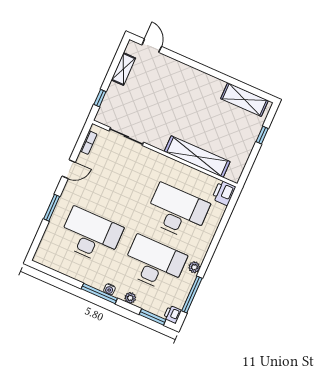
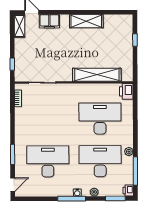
filing cabinet: (168, 66) -> (49, 21), added
shelving: (123, 69) -> (19, 26), moved
shelving: (244, 100) -> (86, 21), moved
door: (69, 169) -> (13, 185), moved

